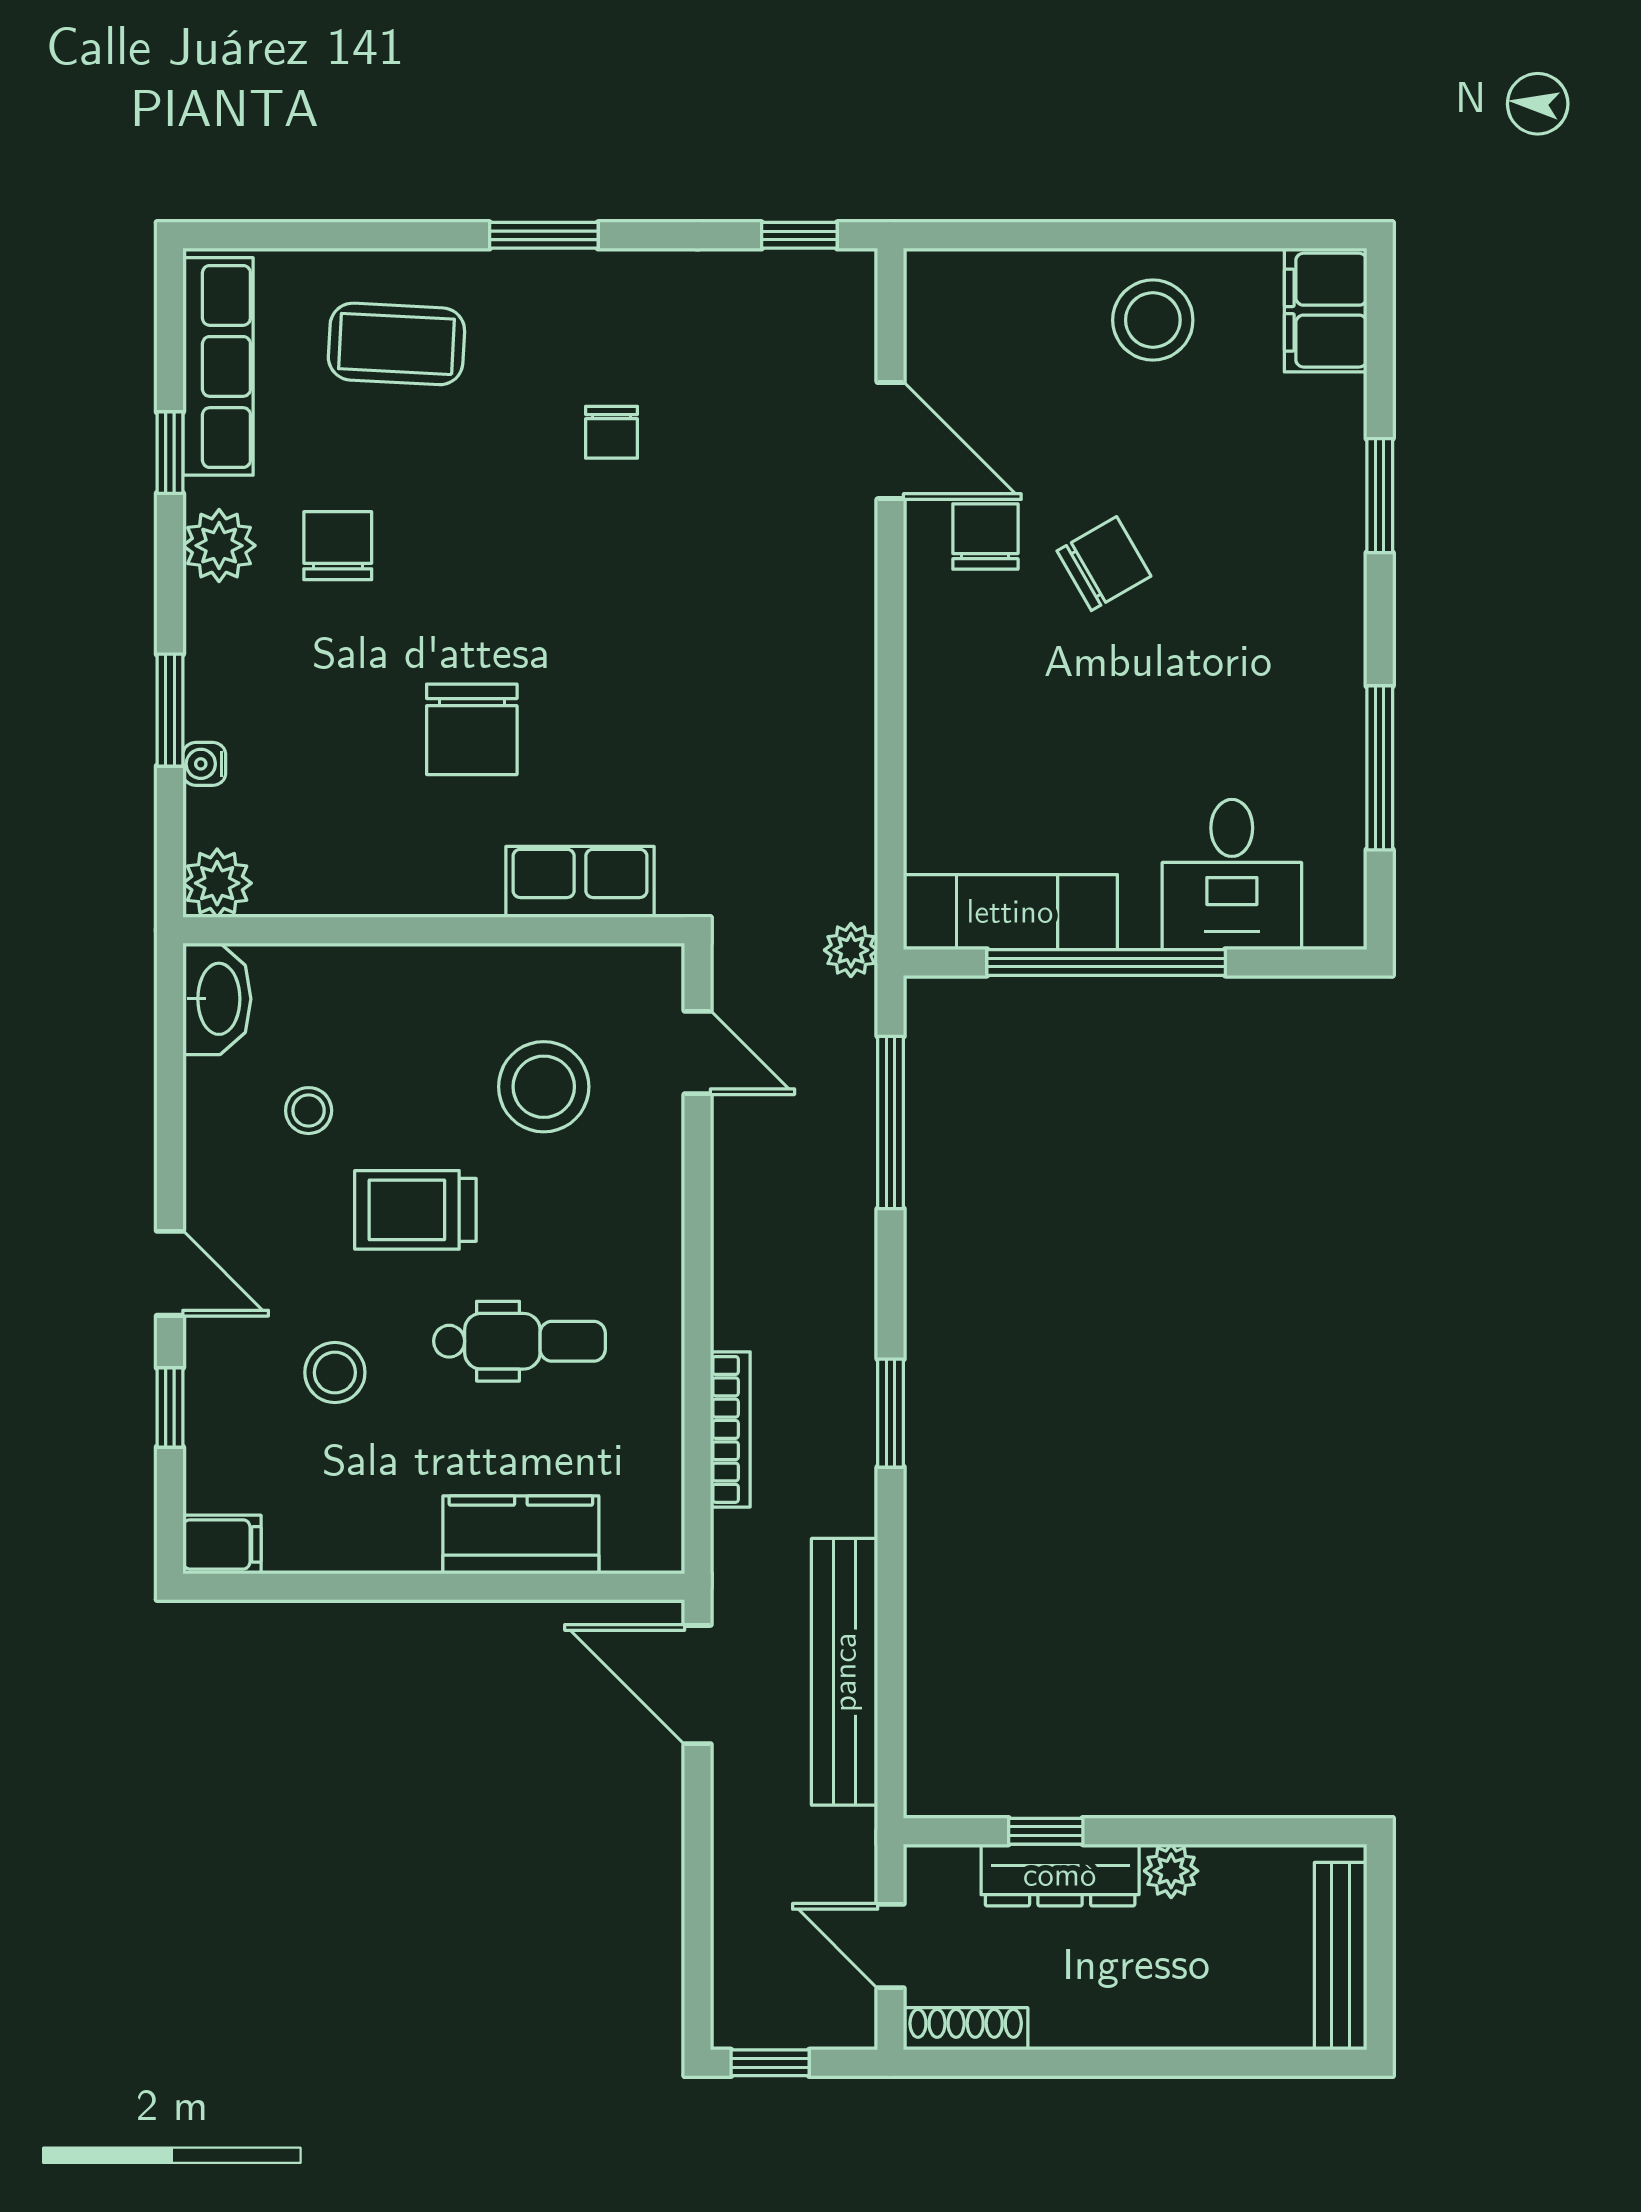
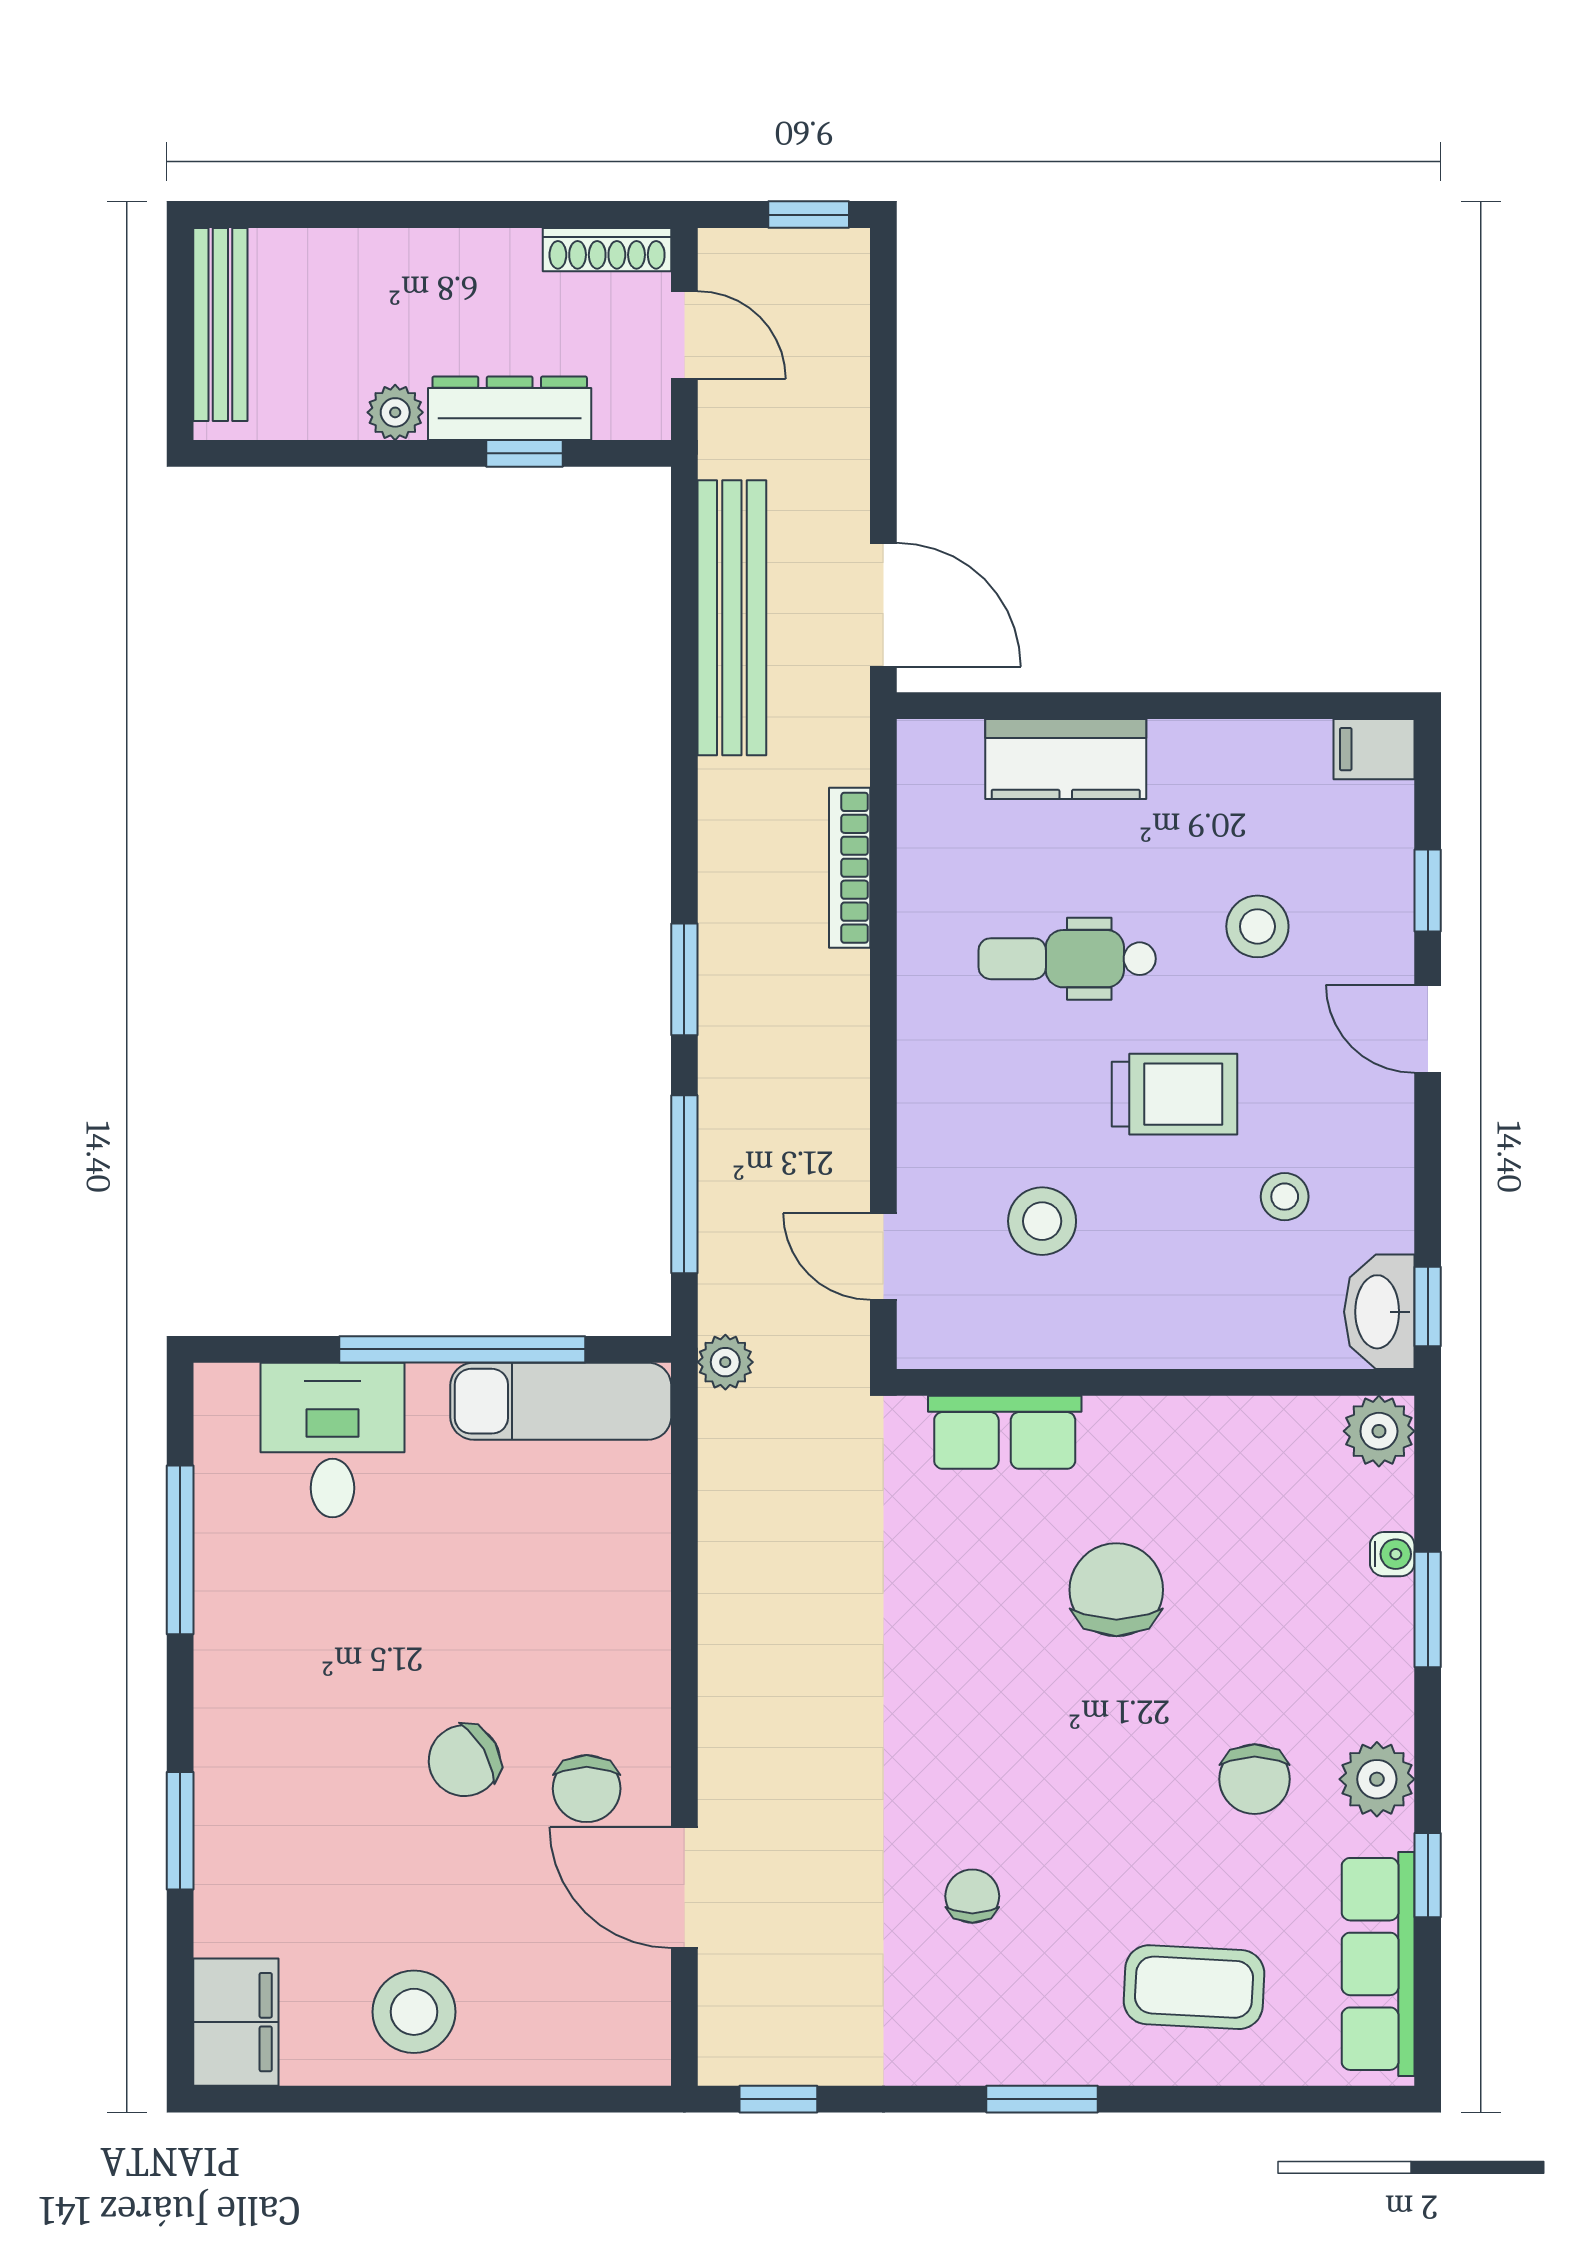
window: (170, 1004) -> (1428, 1307), added
stool: (544, 1087) -> (1042, 1221), width x0.73, depth x0.73
window: (891, 1413) -> (684, 979), moved

